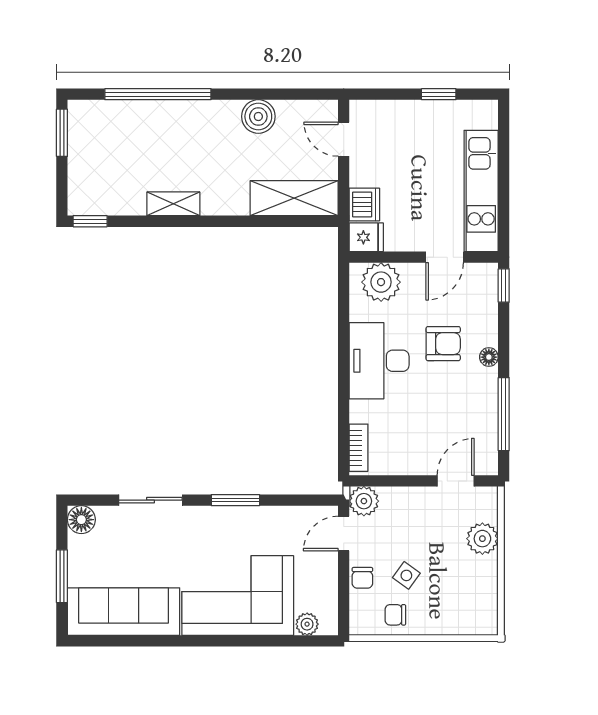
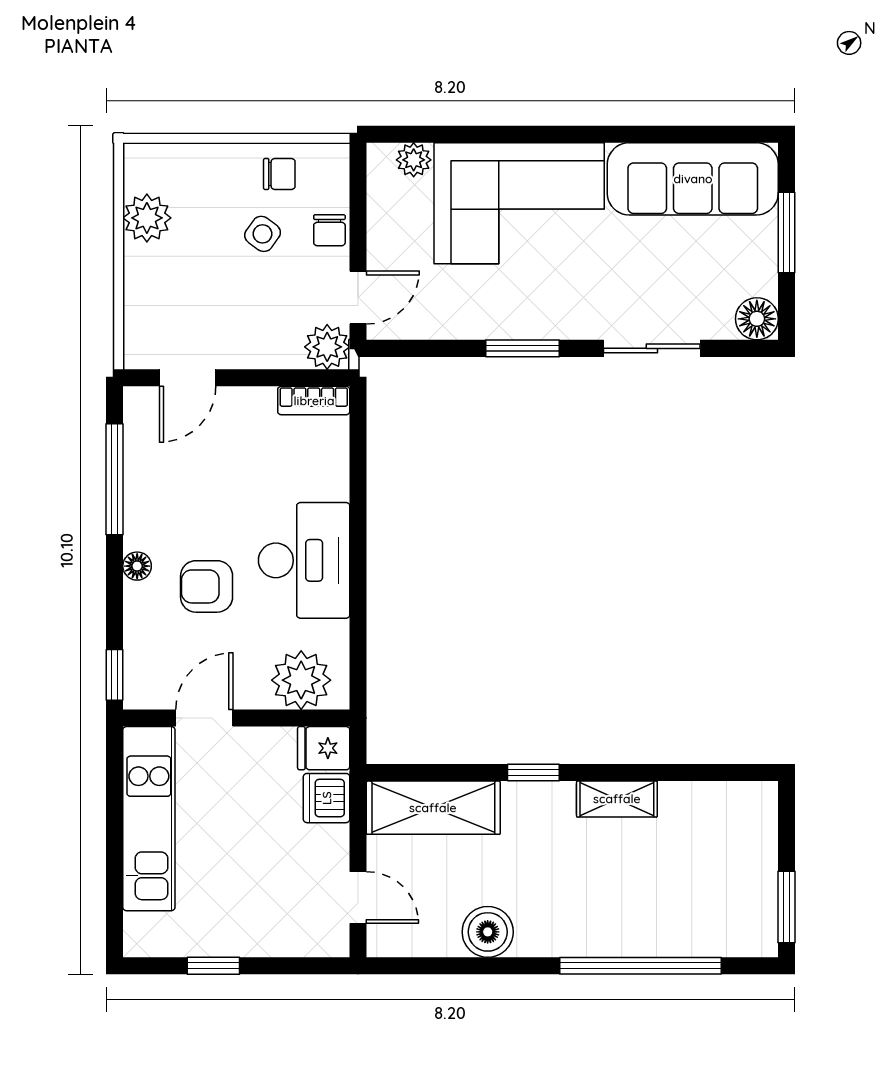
window: (90, 221) -> (533, 773), moved
bookcase: (359, 448) -> (314, 401), moved, turned -90
plant: (482, 539) -> (147, 218), moved
chair: (362, 578) -> (329, 230), turned 180

